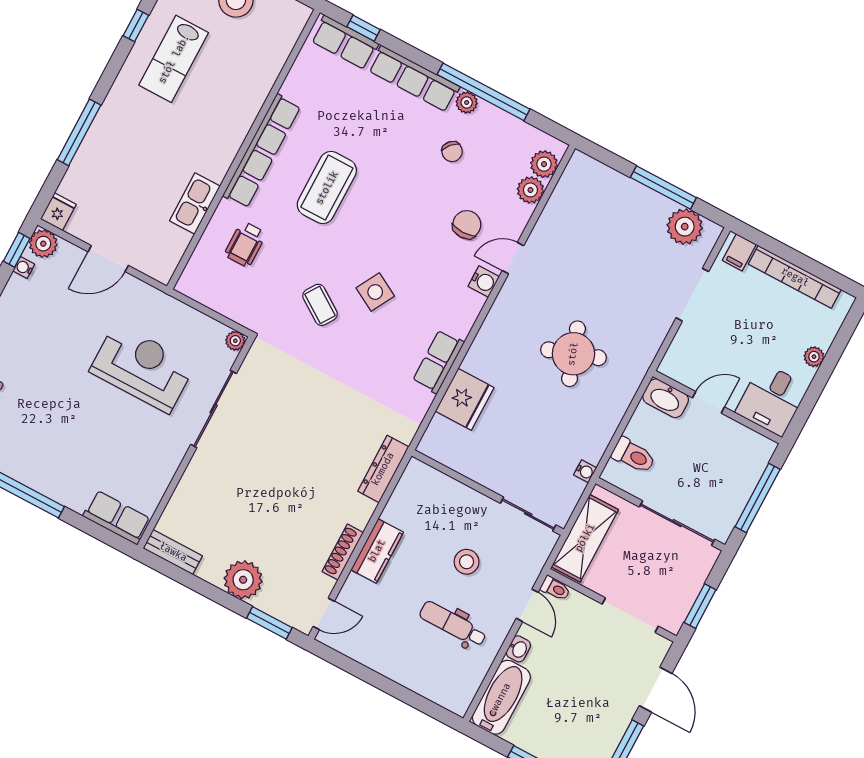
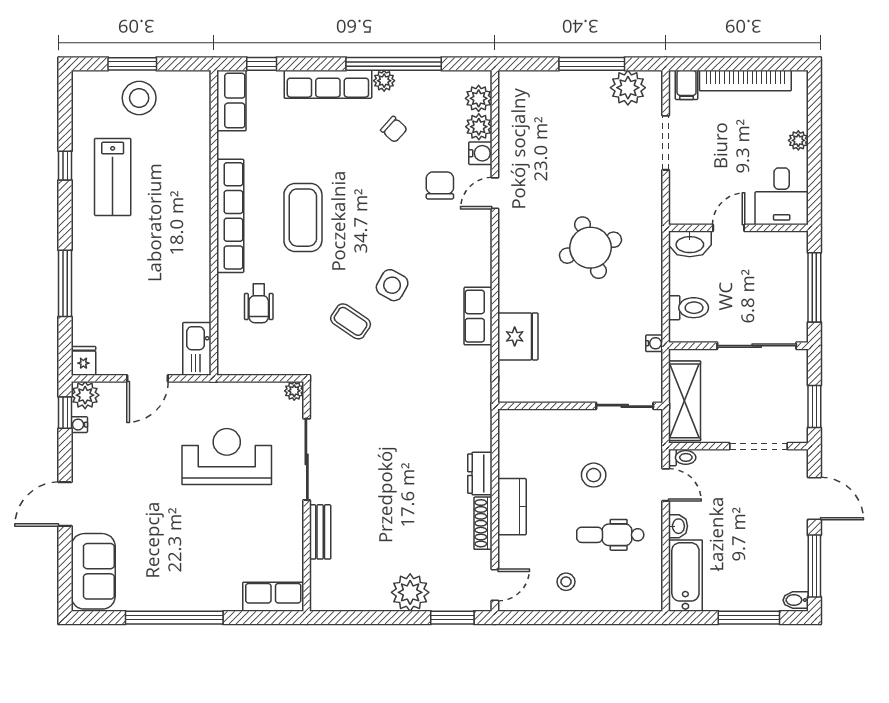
row of seats: (345, 42) -> (231, 101), moved, turned -90
kitchen sink: (195, 203) -> (197, 349), moved
water cooler: (484, 282) -> (480, 153), moved
dresser: (383, 469) -> (480, 474), moved, width x0.70
bench: (173, 552) -> (320, 532), moved, turned 90
stool: (390, 645) -> (566, 582), added

